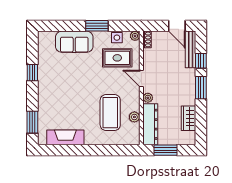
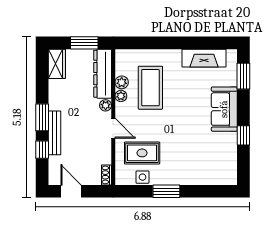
plant: (135, 36) -> (121, 96), moved
sofa: (74, 42) -> (224, 109), moved, turned -90
bench: (191, 49) -> (55, 133), moved
wardrobe: (189, 118) -> (57, 64), moved

